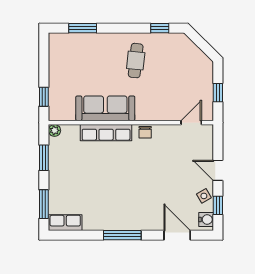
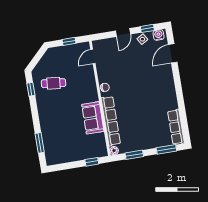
cafe table: (136, 61) -> (54, 83), moved
sofa: (105, 108) -> (93, 118), width x0.73
door: (191, 123) -> (93, 56), hinge flipped
row of seats: (106, 133) -> (111, 121), width x1.36
row of seats: (65, 223) -> (176, 127), width x1.48
window: (122, 235) -> (179, 91), removed

